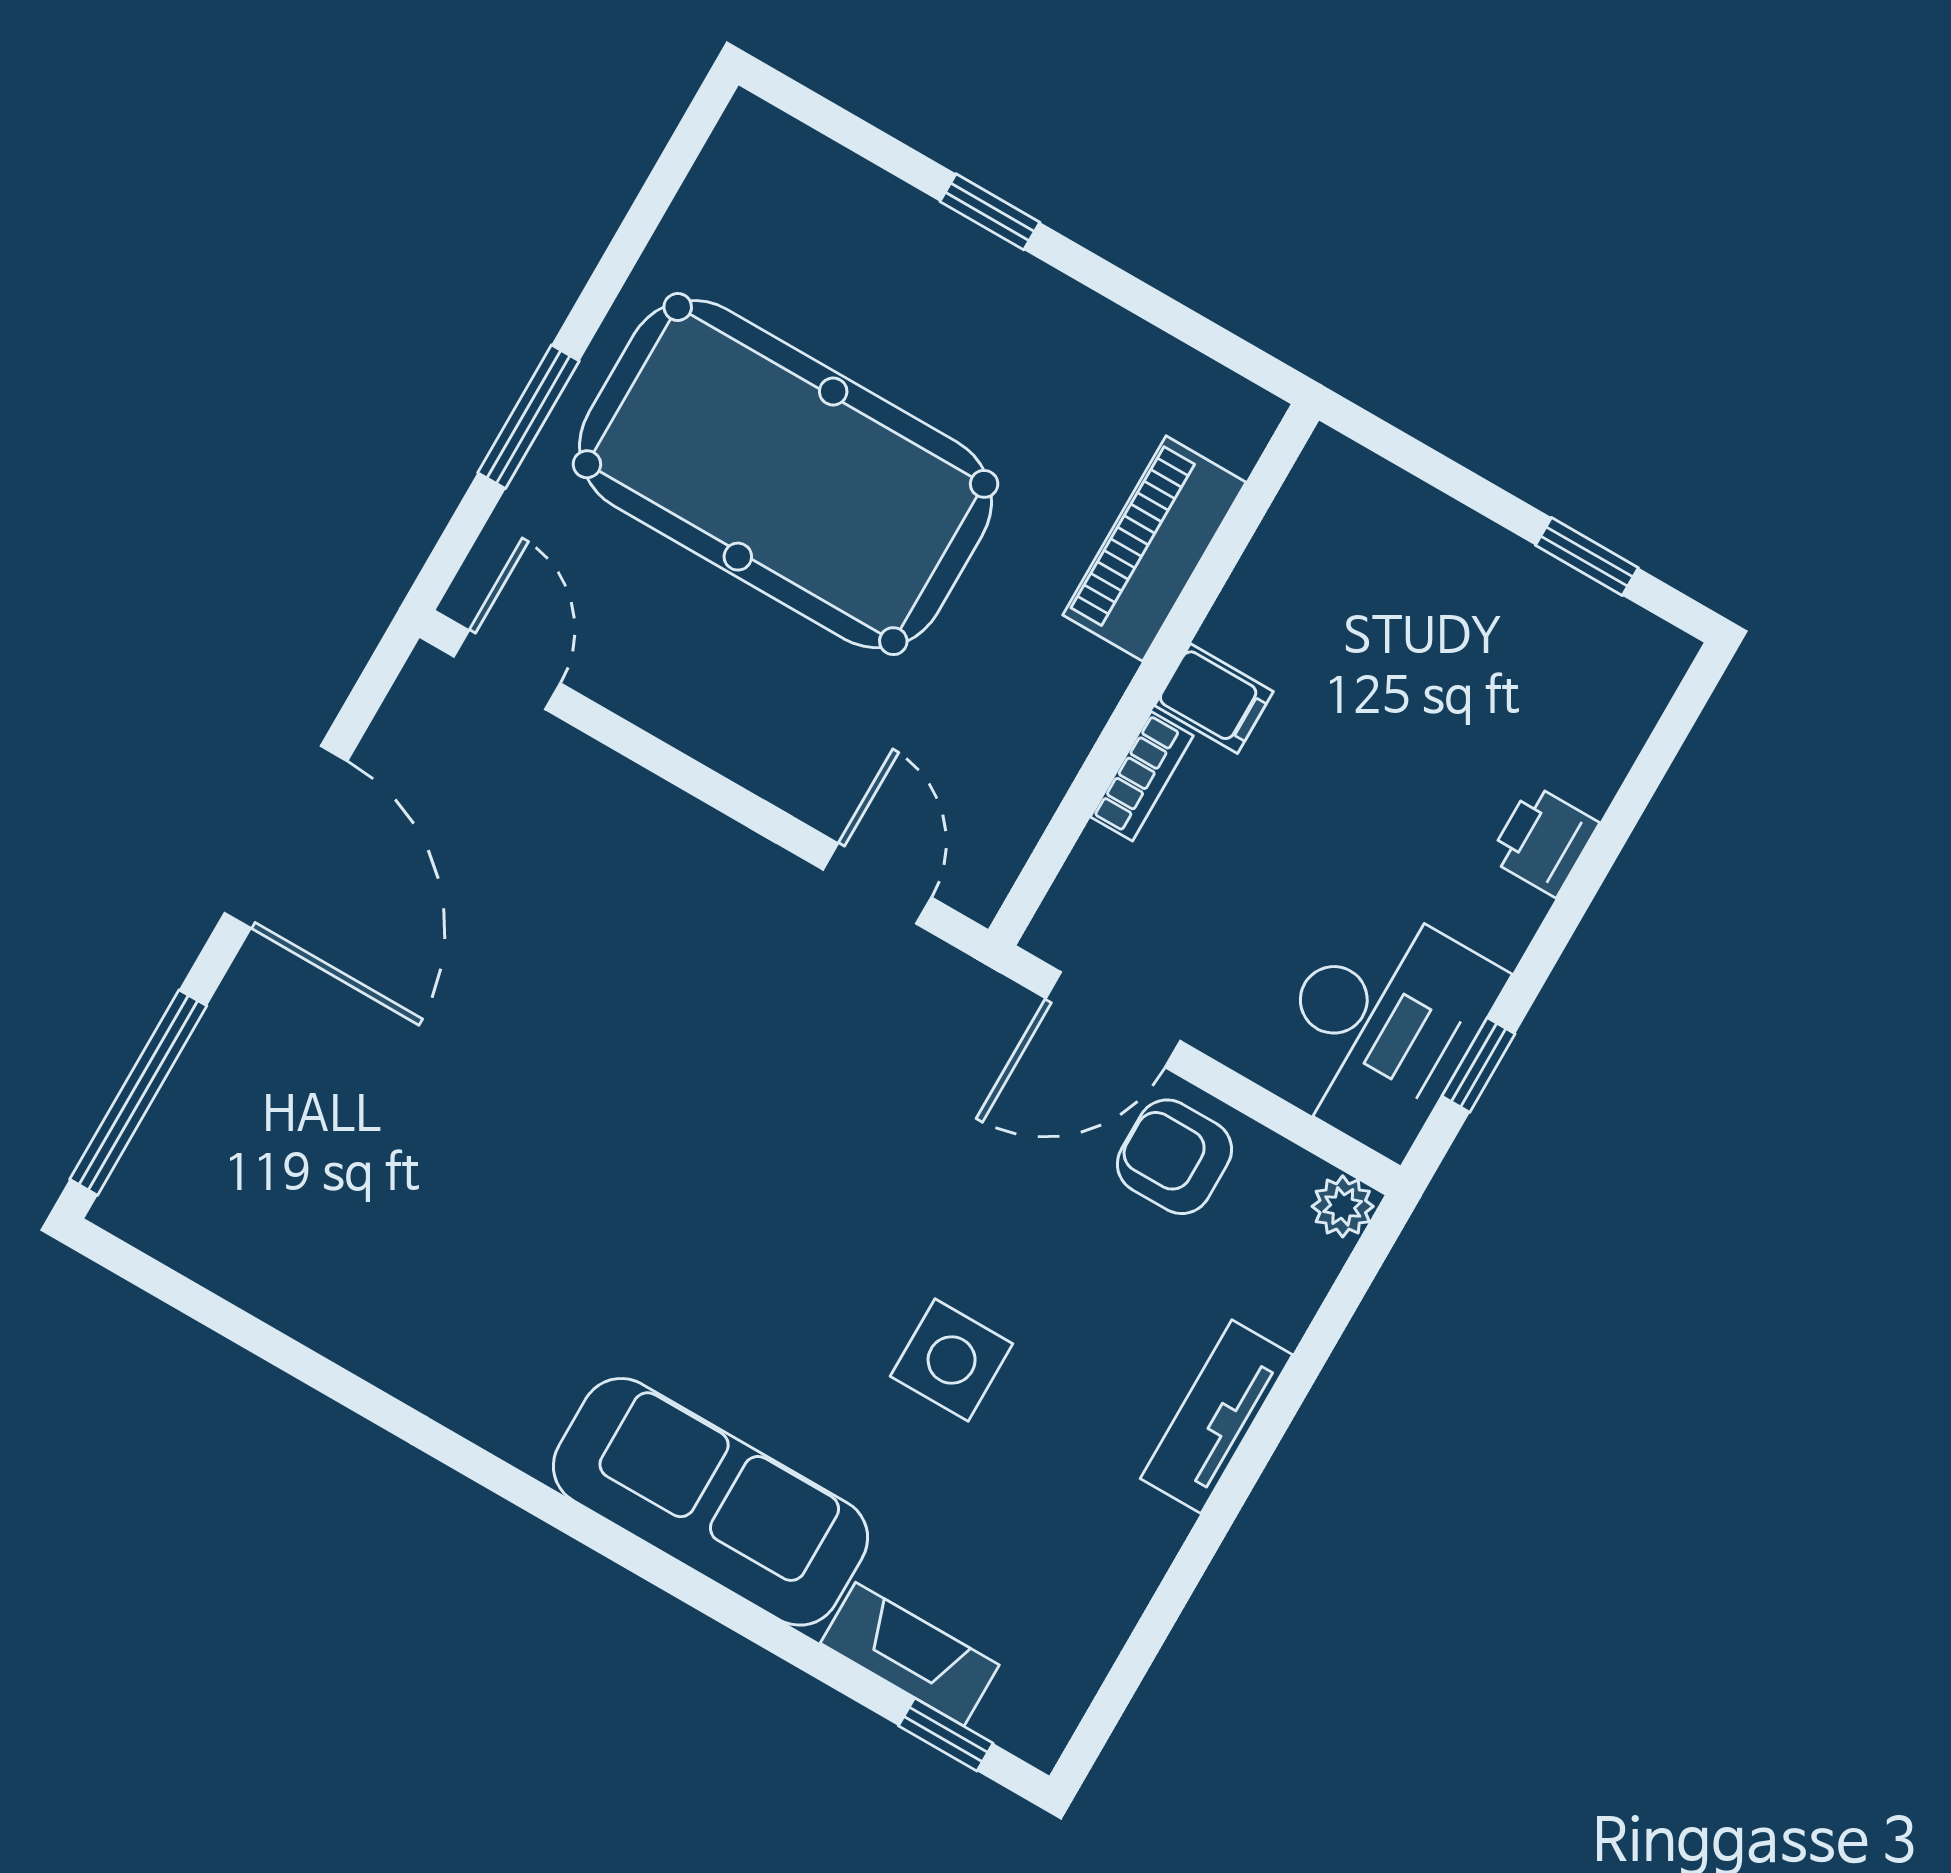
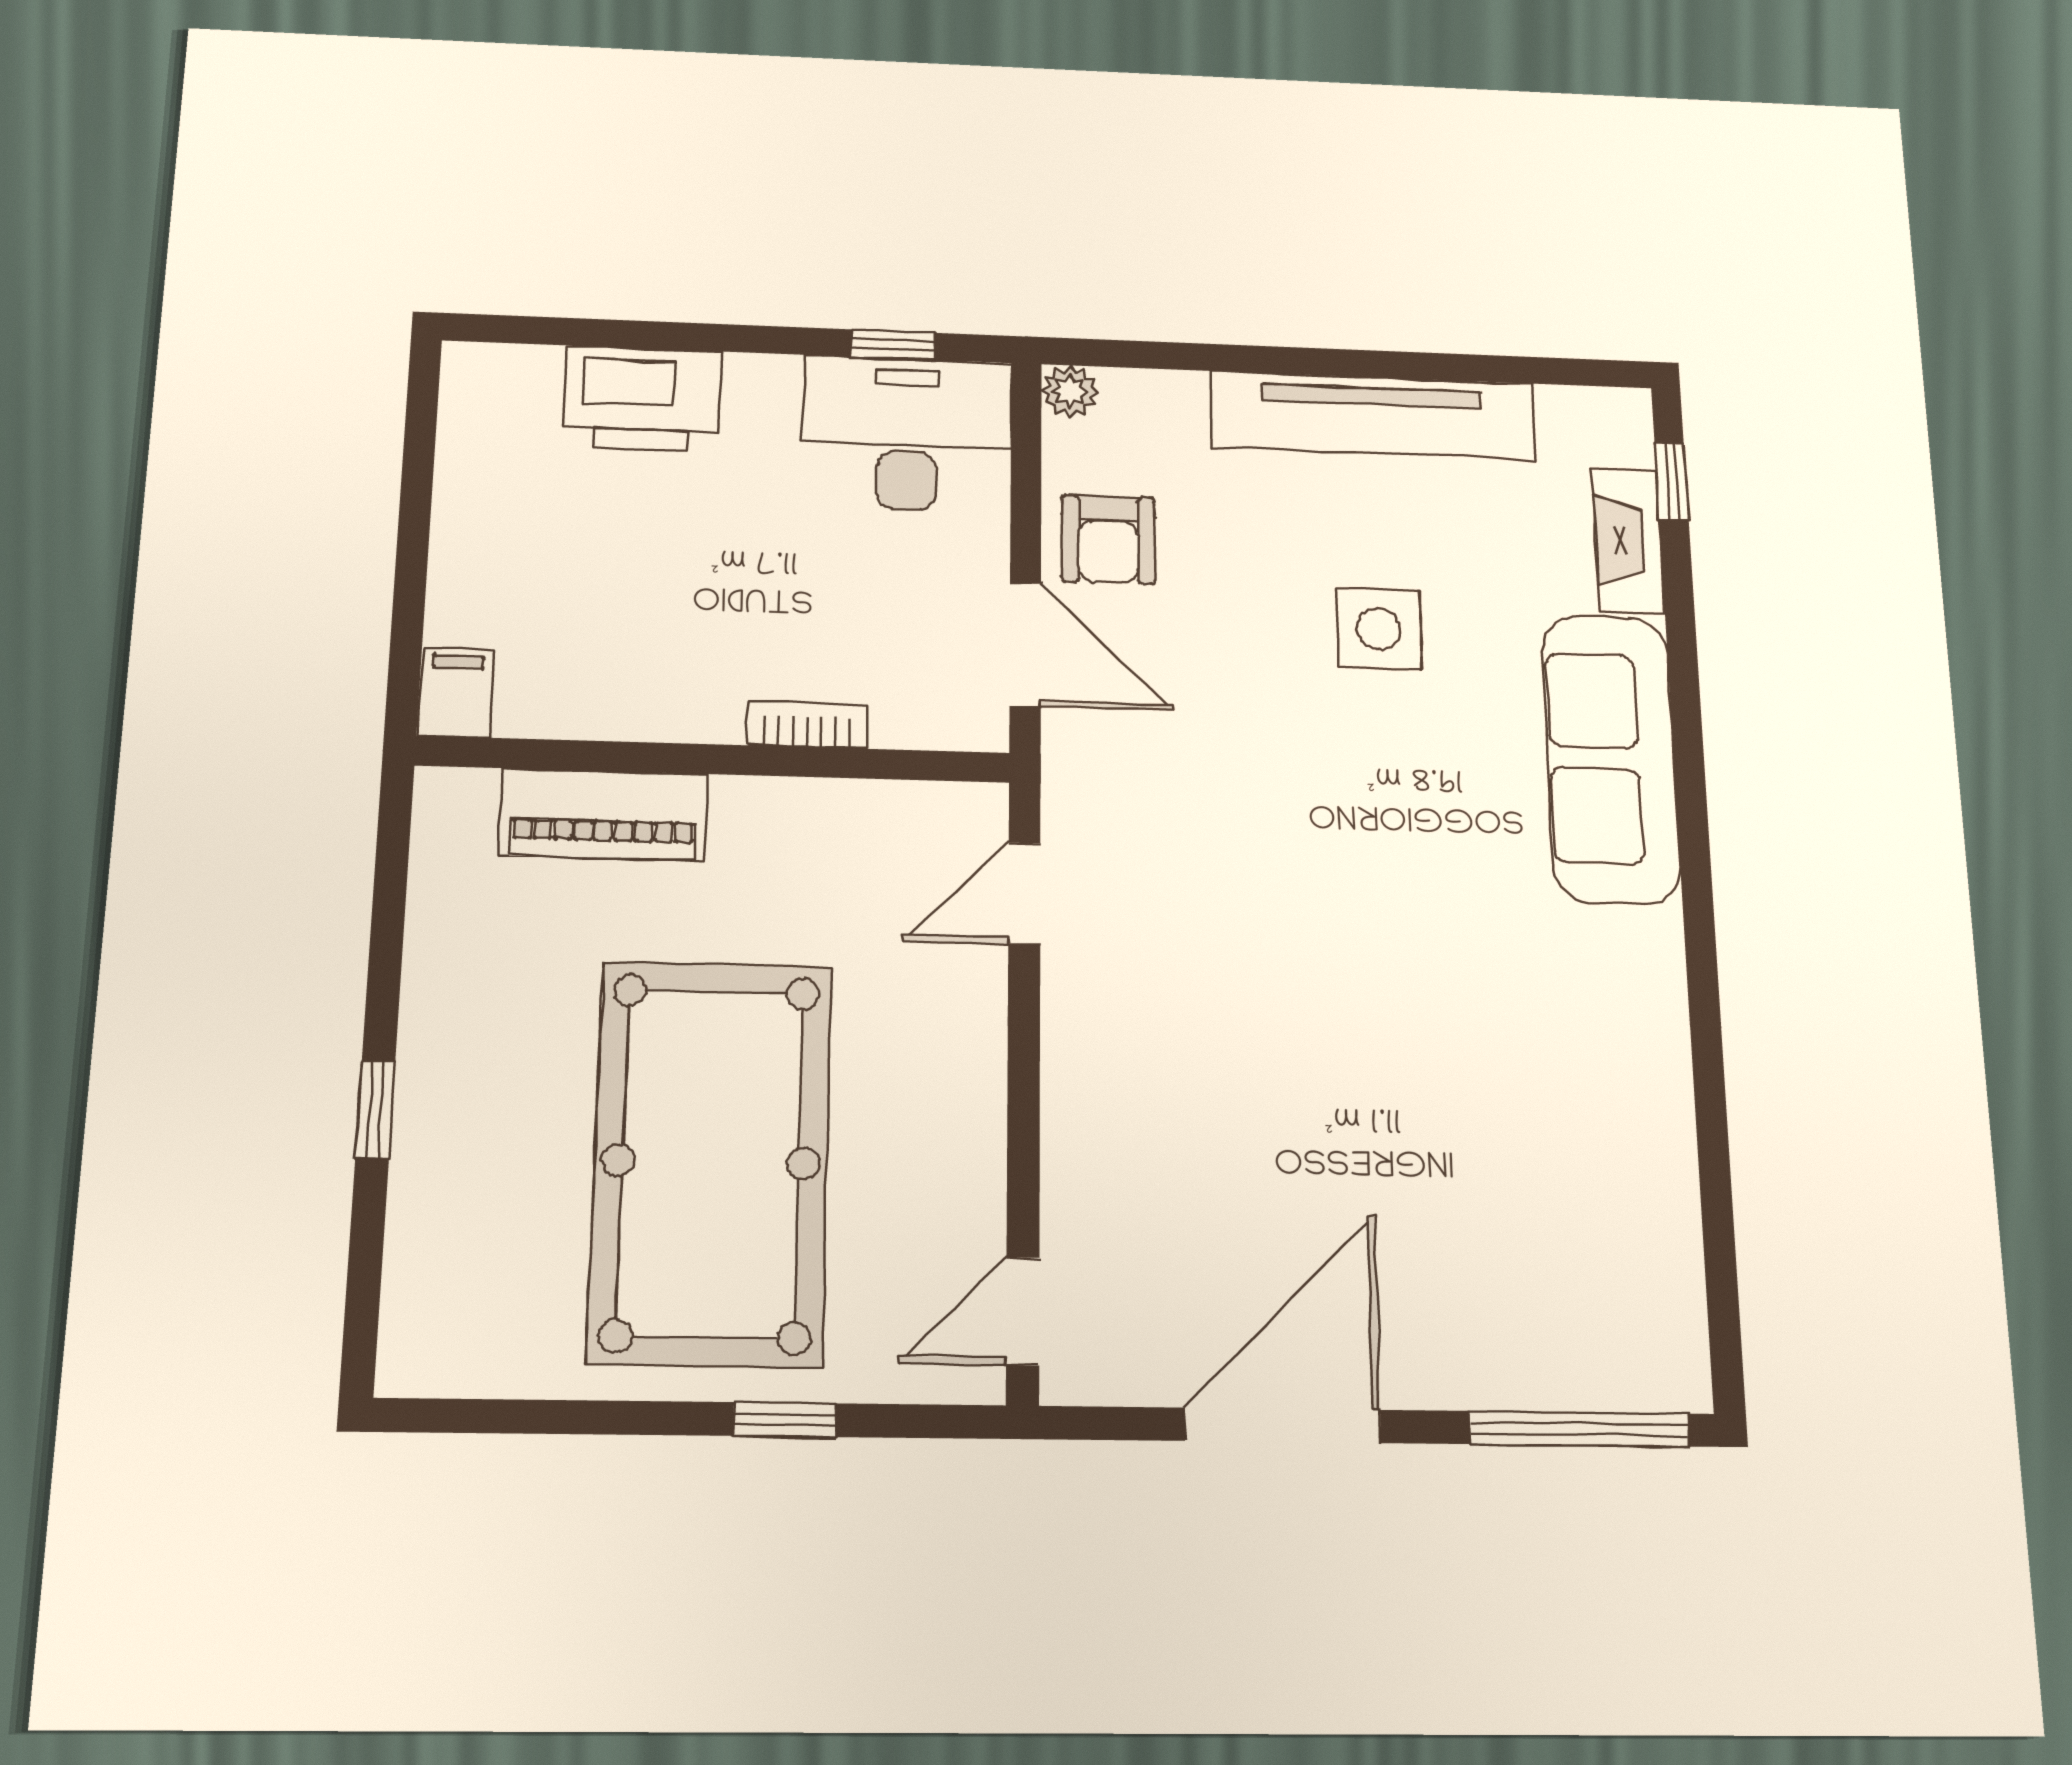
window: (528, 417) -> (785, 1420), width x0.67
window: (1587, 556) -> (418, 465), removed
filing cabinet: (1214, 699) -> (457, 693), moved
printer: (1544, 841) -> (642, 399), width x1.87, depth x1.48
tv unit: (1216, 1417) -> (1373, 415), width x1.92, depth x1.29

